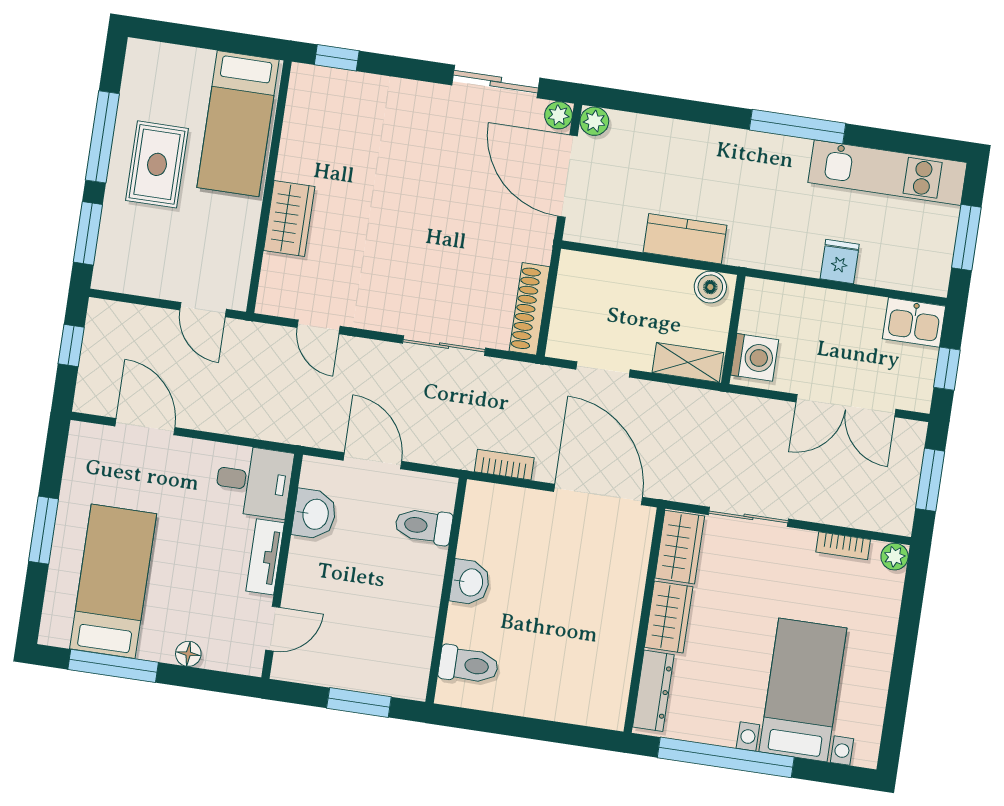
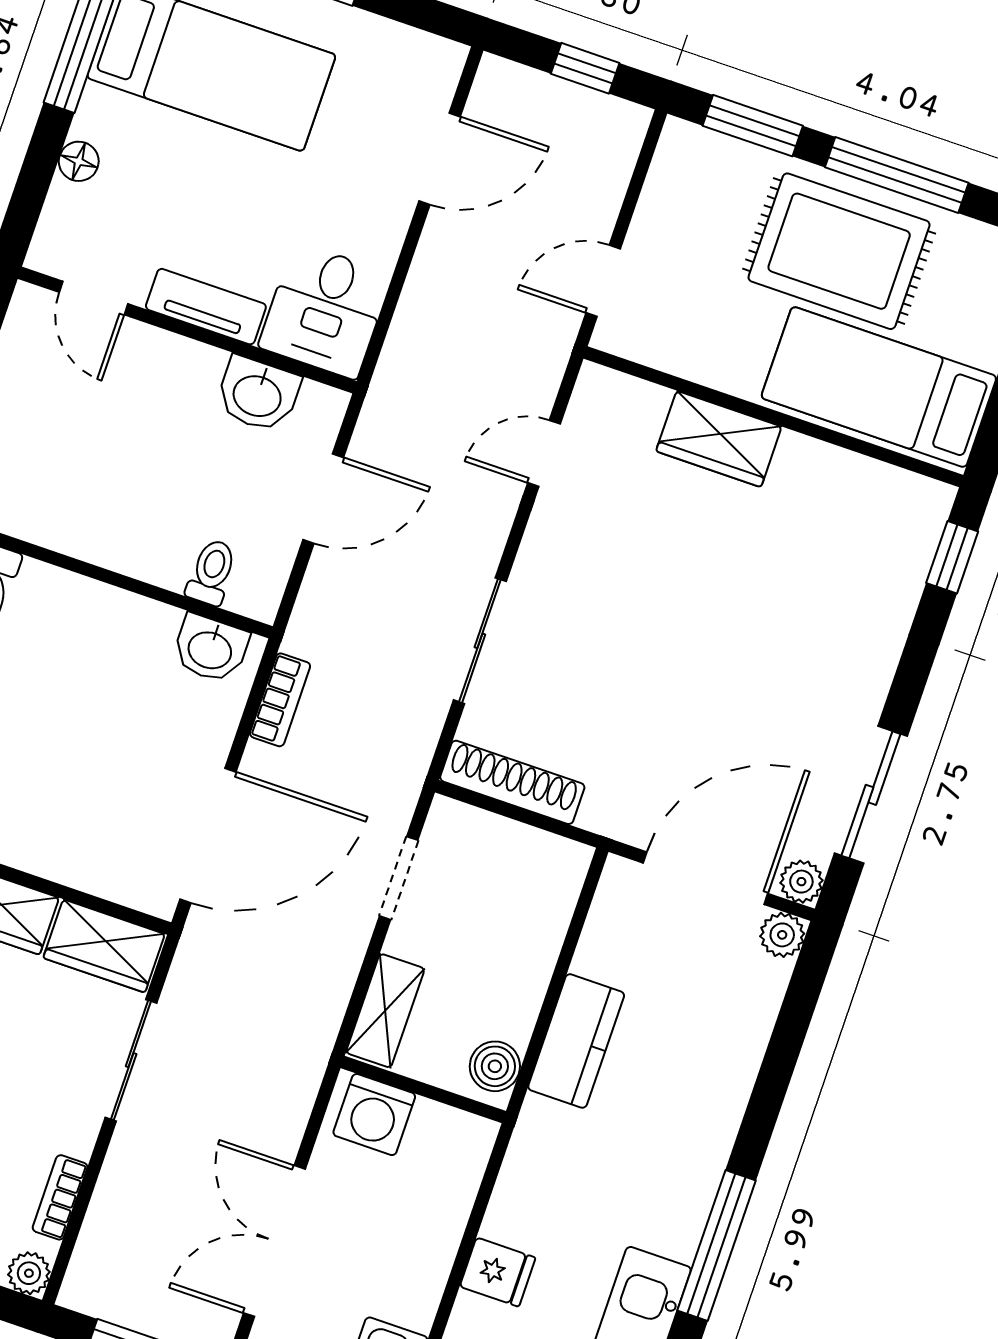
rug: (157, 164) -> (839, 251), width x1.36, depth x1.43
toilet: (424, 526) -> (212, 572), width x0.73, depth x0.72
washbasin: (470, 582) -> (210, 649), moved

